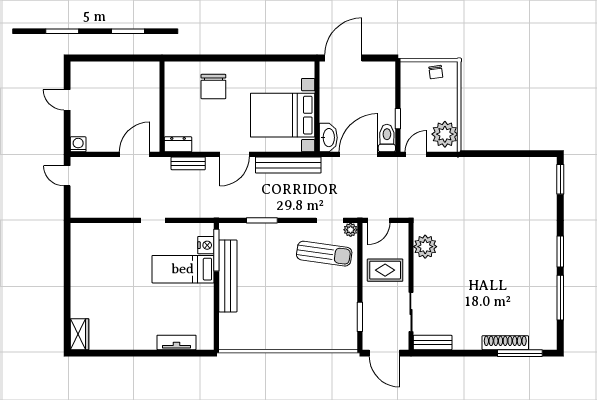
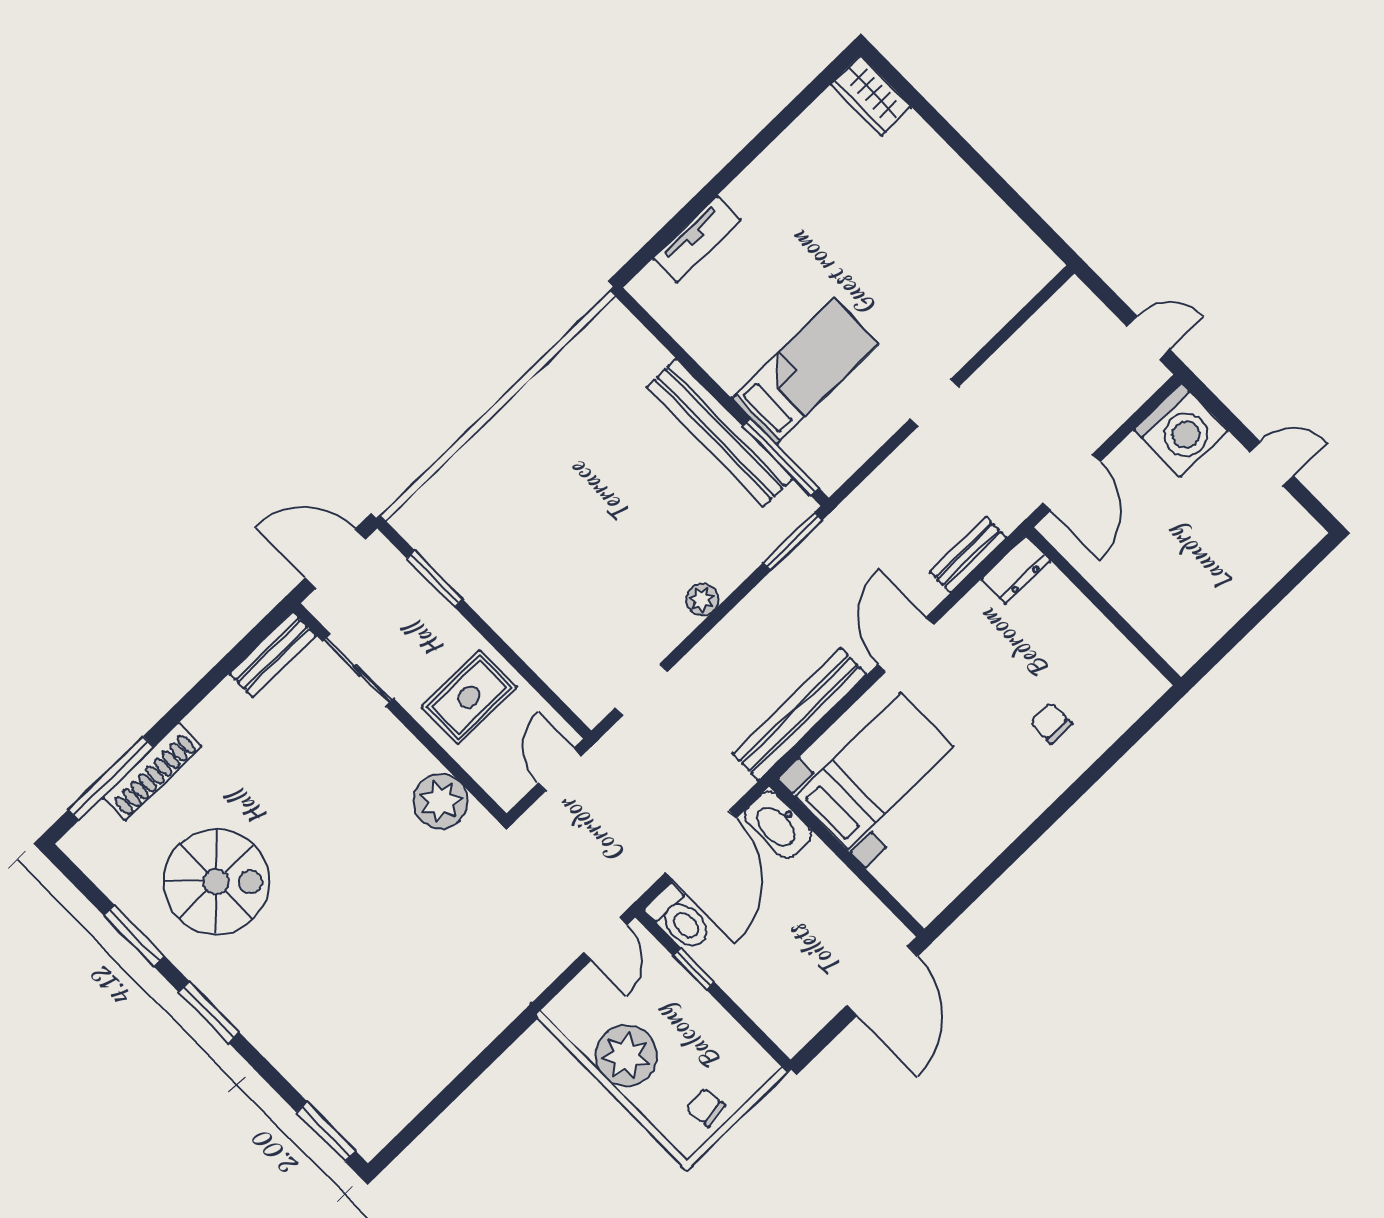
chair: (213, 87) -> (1051, 723), width x0.54, depth x0.54
bed with nightstands: (283, 115) -> (874, 771), width x0.73
plant: (445, 134) -> (626, 1056), moved
washing machine: (78, 144) -> (1181, 430), width x1.89, depth x1.89
window: (262, 220) -> (793, 541), moved
plant: (351, 230) -> (702, 600), moved
nightstand: (206, 245) -> (806, 448), removed
sun lounger: (324, 254) -> (596, 626), removed
spiral stairs: (519, 290) -> (216, 882), added
window: (560, 298) -> (134, 936), width x0.69

